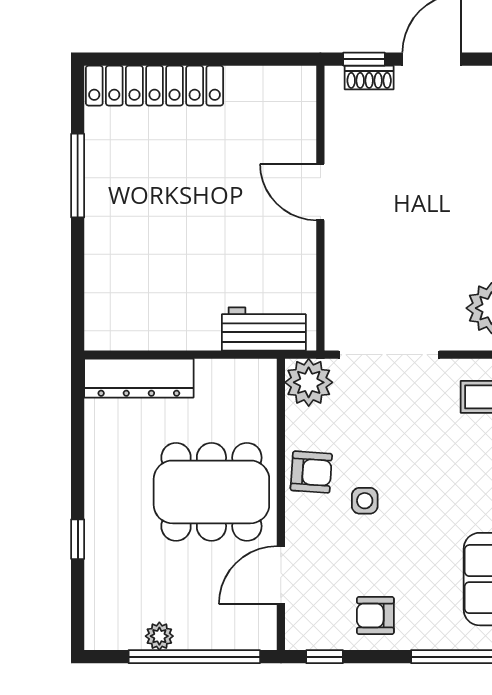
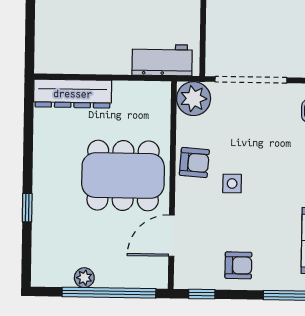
armchair: (375, 615) -> (238, 265), turned 180

